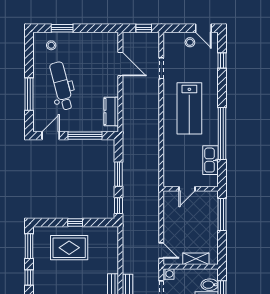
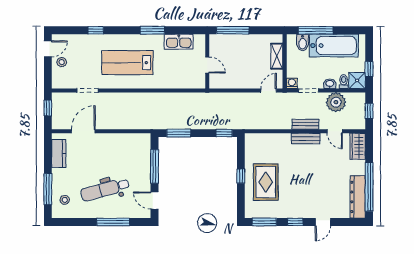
window: (62, 28) -> (48, 189), width x1.44
window: (222, 61) -> (96, 30), moved
lab bench: (189, 108) -> (127, 63), turned 180
kitchen counter: (111, 111) -> (59, 154), moved, turned -90
window: (222, 134) -> (152, 30), width x0.47
window: (118, 174) -> (179, 133), moved

